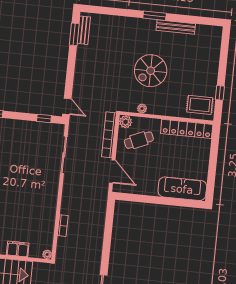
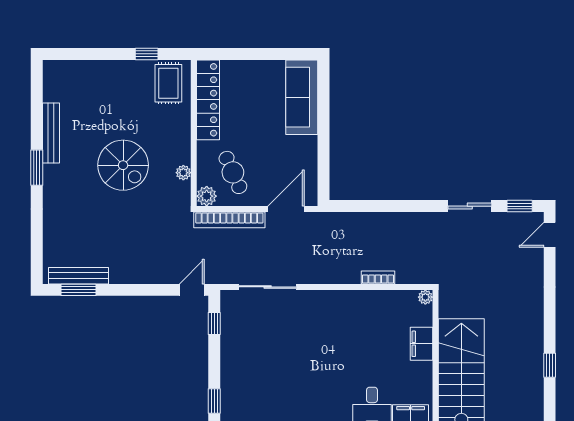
bench: (84, 30) -> (78, 276), width x1.36

